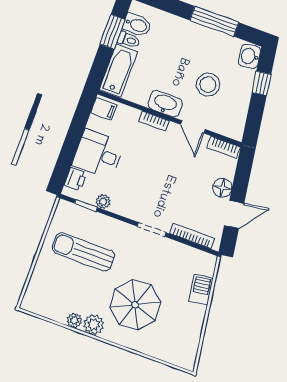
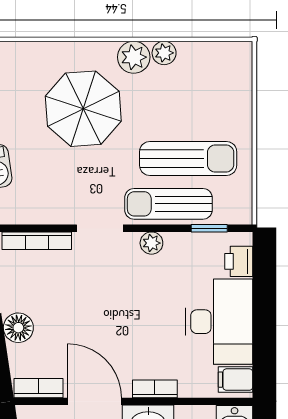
door: (193, 127) -> (95, 401), width x1.38
desk: (98, 154) -> (219, 322), width x1.37
plant: (103, 202) -> (151, 243), moved
sun lounger: (105, 229) -> (168, 204), added

